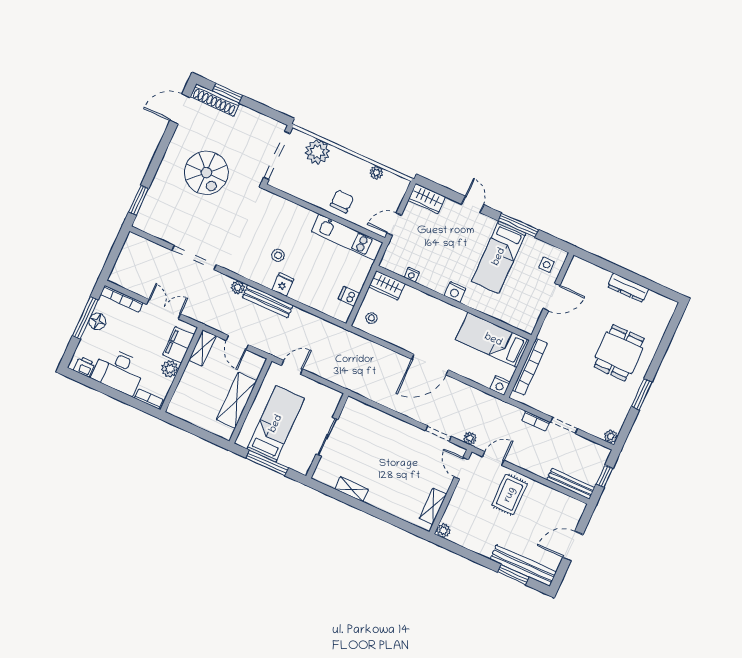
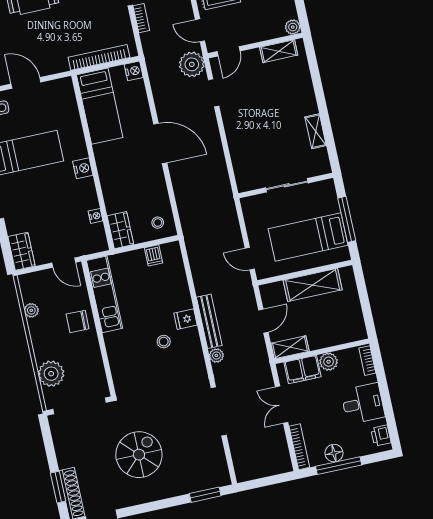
desk: (119, 371) -> (363, 404), width x0.73
plant: (470, 438) -> (192, 64), width x1.88, depth x1.88

